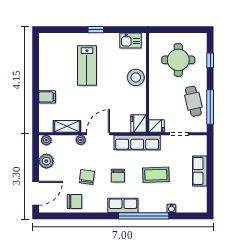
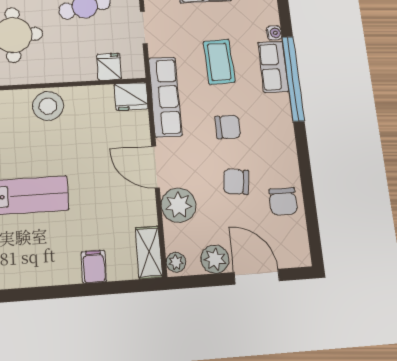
shelving: (67, 126) -> (149, 252), moved
fridge: (156, 126) -> (109, 67), moved
plant: (81, 140) -> (179, 205), width x1.87, depth x1.87
door: (36, 193) -> (257, 277), moved
chair: (75, 201) -> (283, 201), turned 180
row of seats: (123, 205) -> (273, 67), moved

